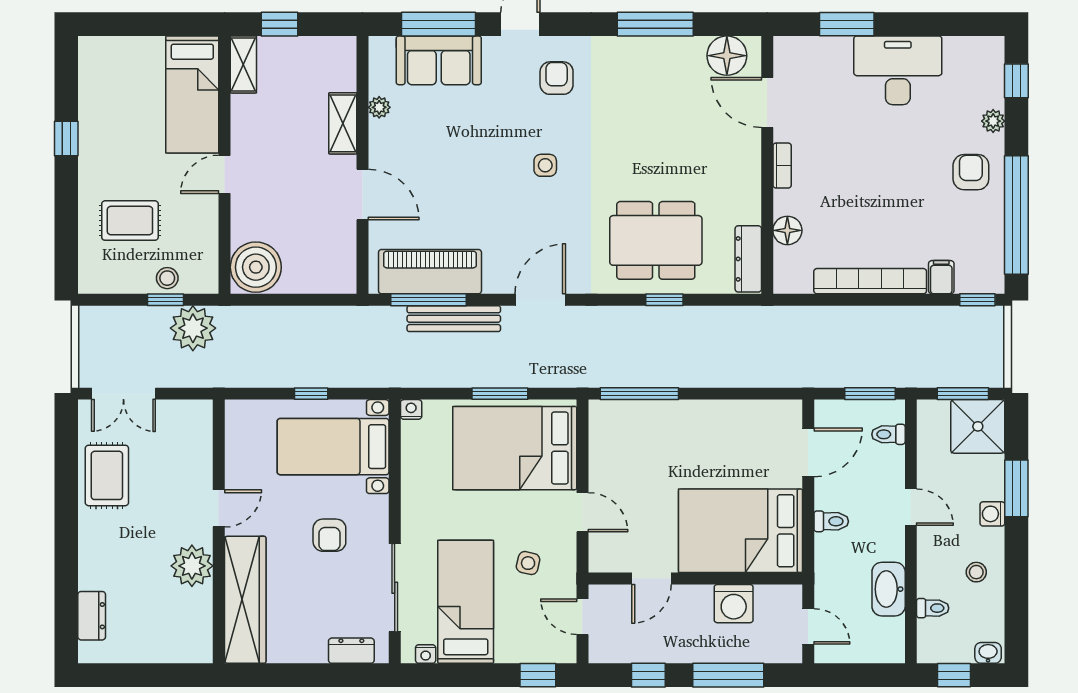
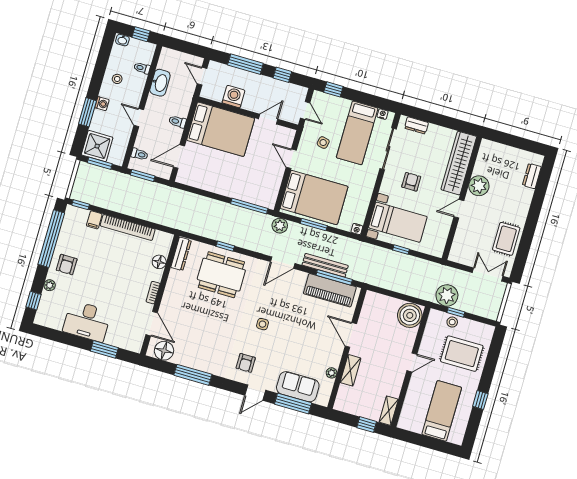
bed: (192, 95) -> (442, 411), moved
rug: (130, 221) -> (462, 354), width x1.36, depth x1.43
plant: (567, 372) -> (280, 226), added

